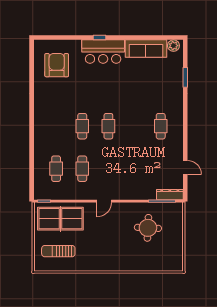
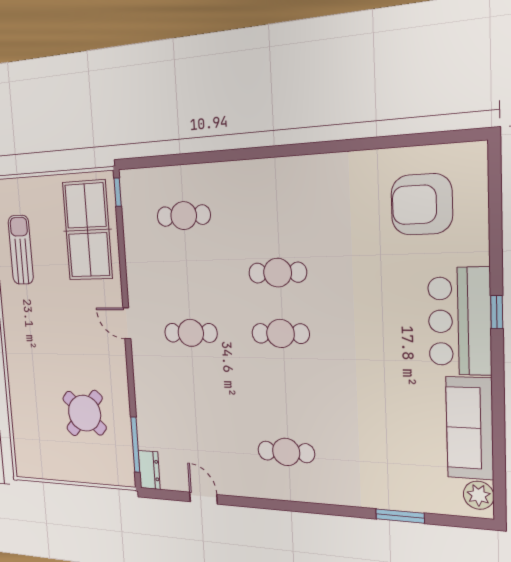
armchair: (57, 65) -> (422, 204), turned 180
door: (185, 167) -> (203, 498), swing flipped
cafe table: (82, 169) -> (191, 333), moved
dresser: (170, 195) -> (149, 470), width x0.70
round table: (148, 228) -> (84, 413), turned 38
sun lounger: (58, 251) -> (21, 250), moved

